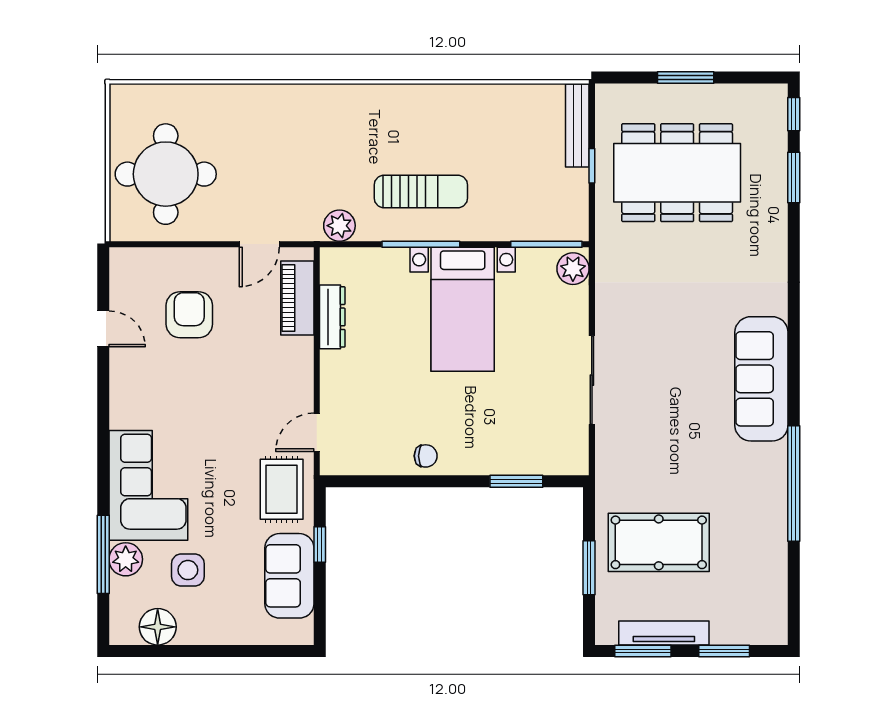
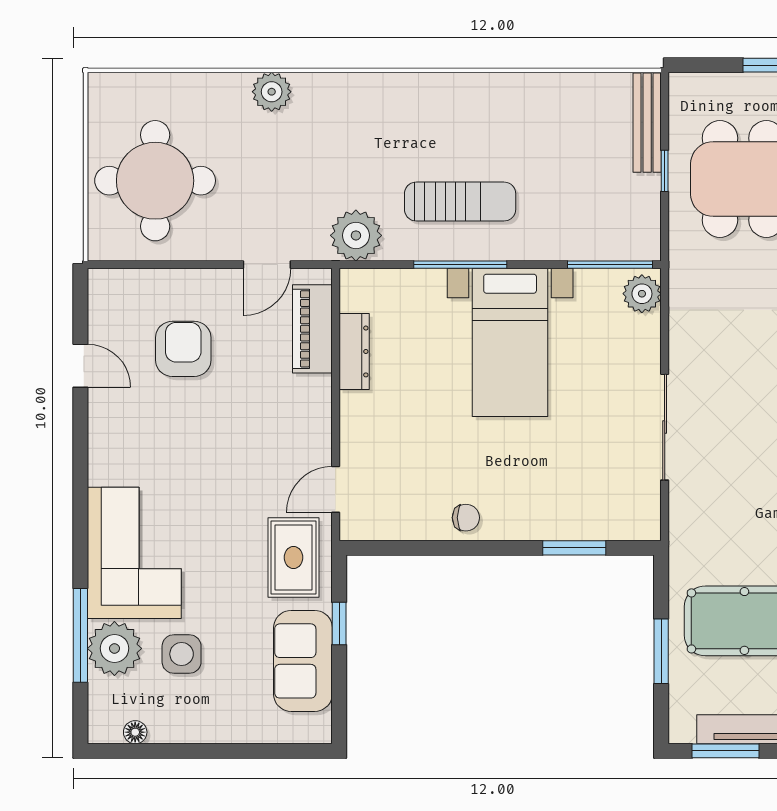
plant: (263, 100) -> (272, 92), added
plant: (339, 226) -> (356, 235), width x1.36, depth x1.36
plant: (126, 559) -> (114, 648), width x1.36, depth x1.36
floor lamp: (158, 627) -> (135, 732), width x0.53, depth x0.53

